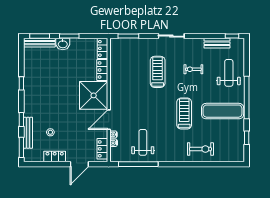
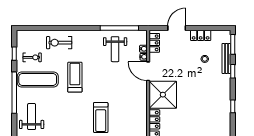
exercise bike: (193, 69) -> (32, 57), moved
weight bench: (229, 73) -> (32, 117), turned 180
treadmill: (184, 114) -> (75, 77), turned 180
door: (109, 120) -> (148, 71), swing flipped

